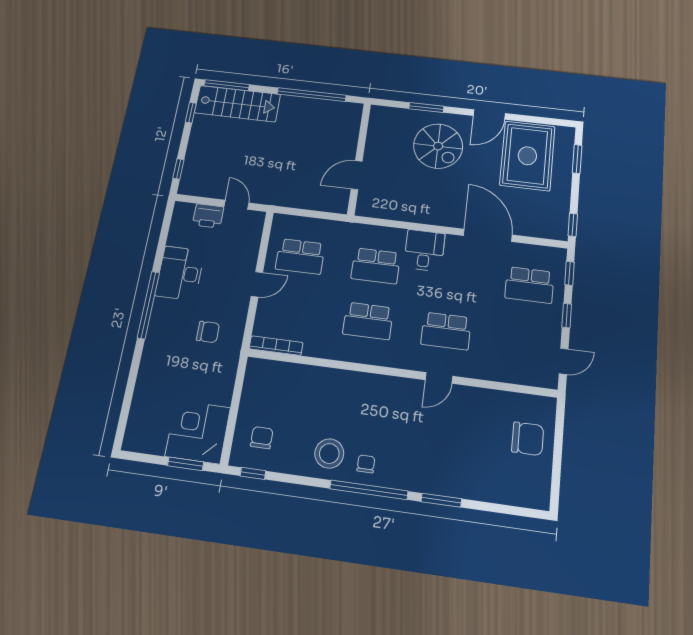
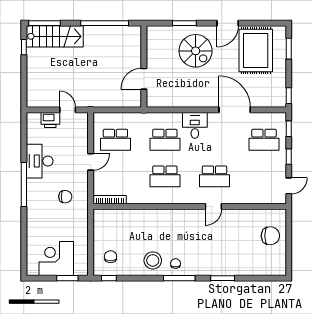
window: (178, 169) -> (24, 89), removed
corner desk: (198, 432) -> (56, 259), moved
window: (369, 490) -> (179, 278), width x0.68

